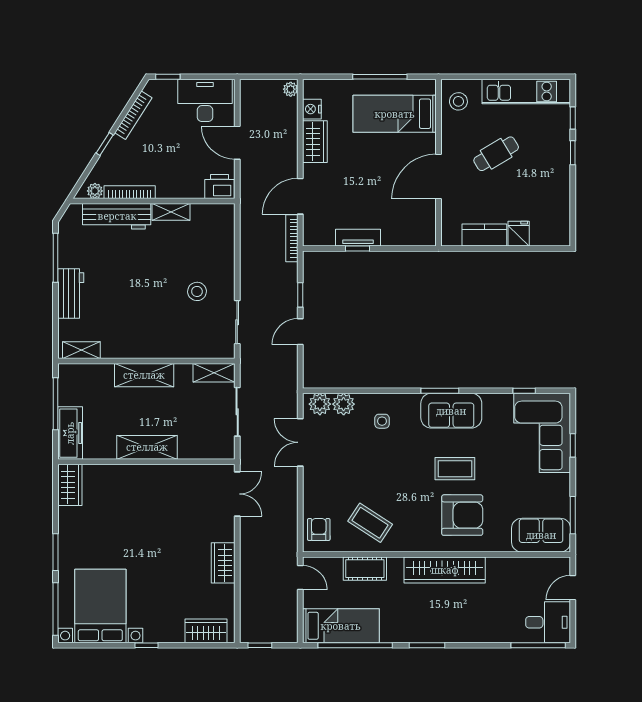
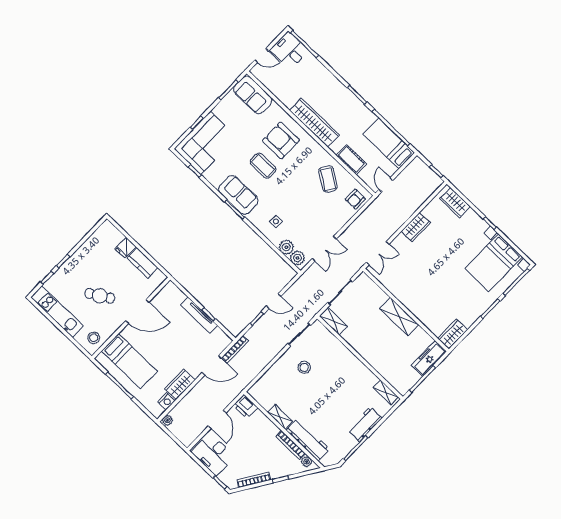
tv unit: (358, 238) -> (199, 315), width x1.41
shelving: (144, 375) -> (367, 352), removed
double door: (237, 494) -> (378, 253), swing flipped

